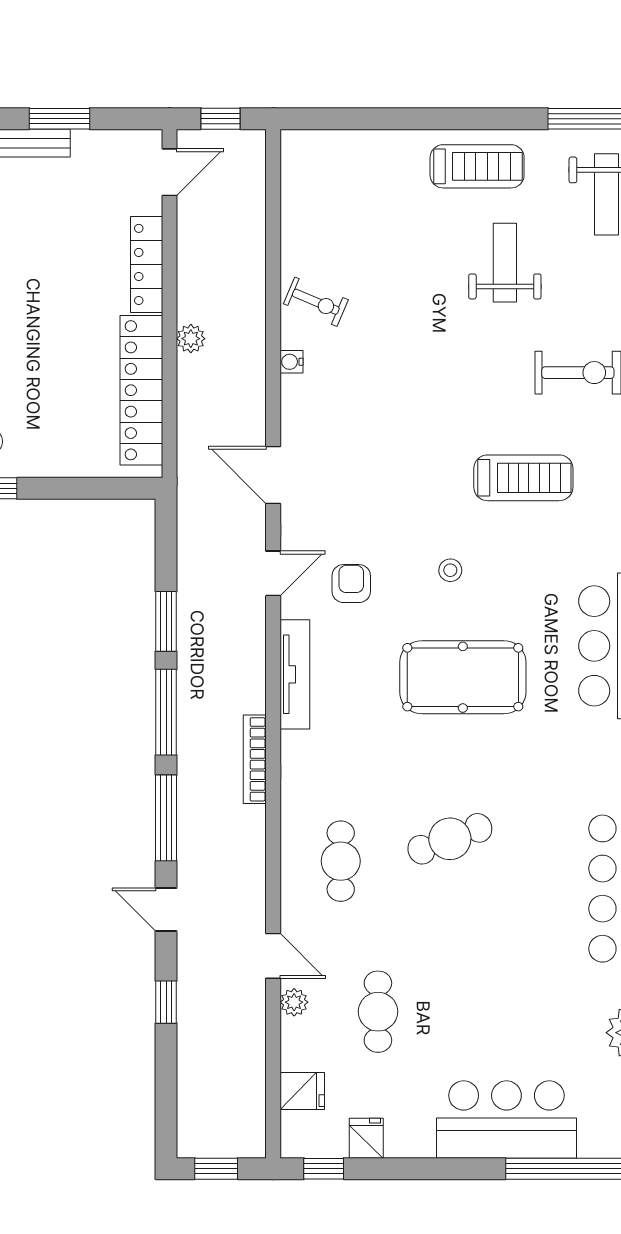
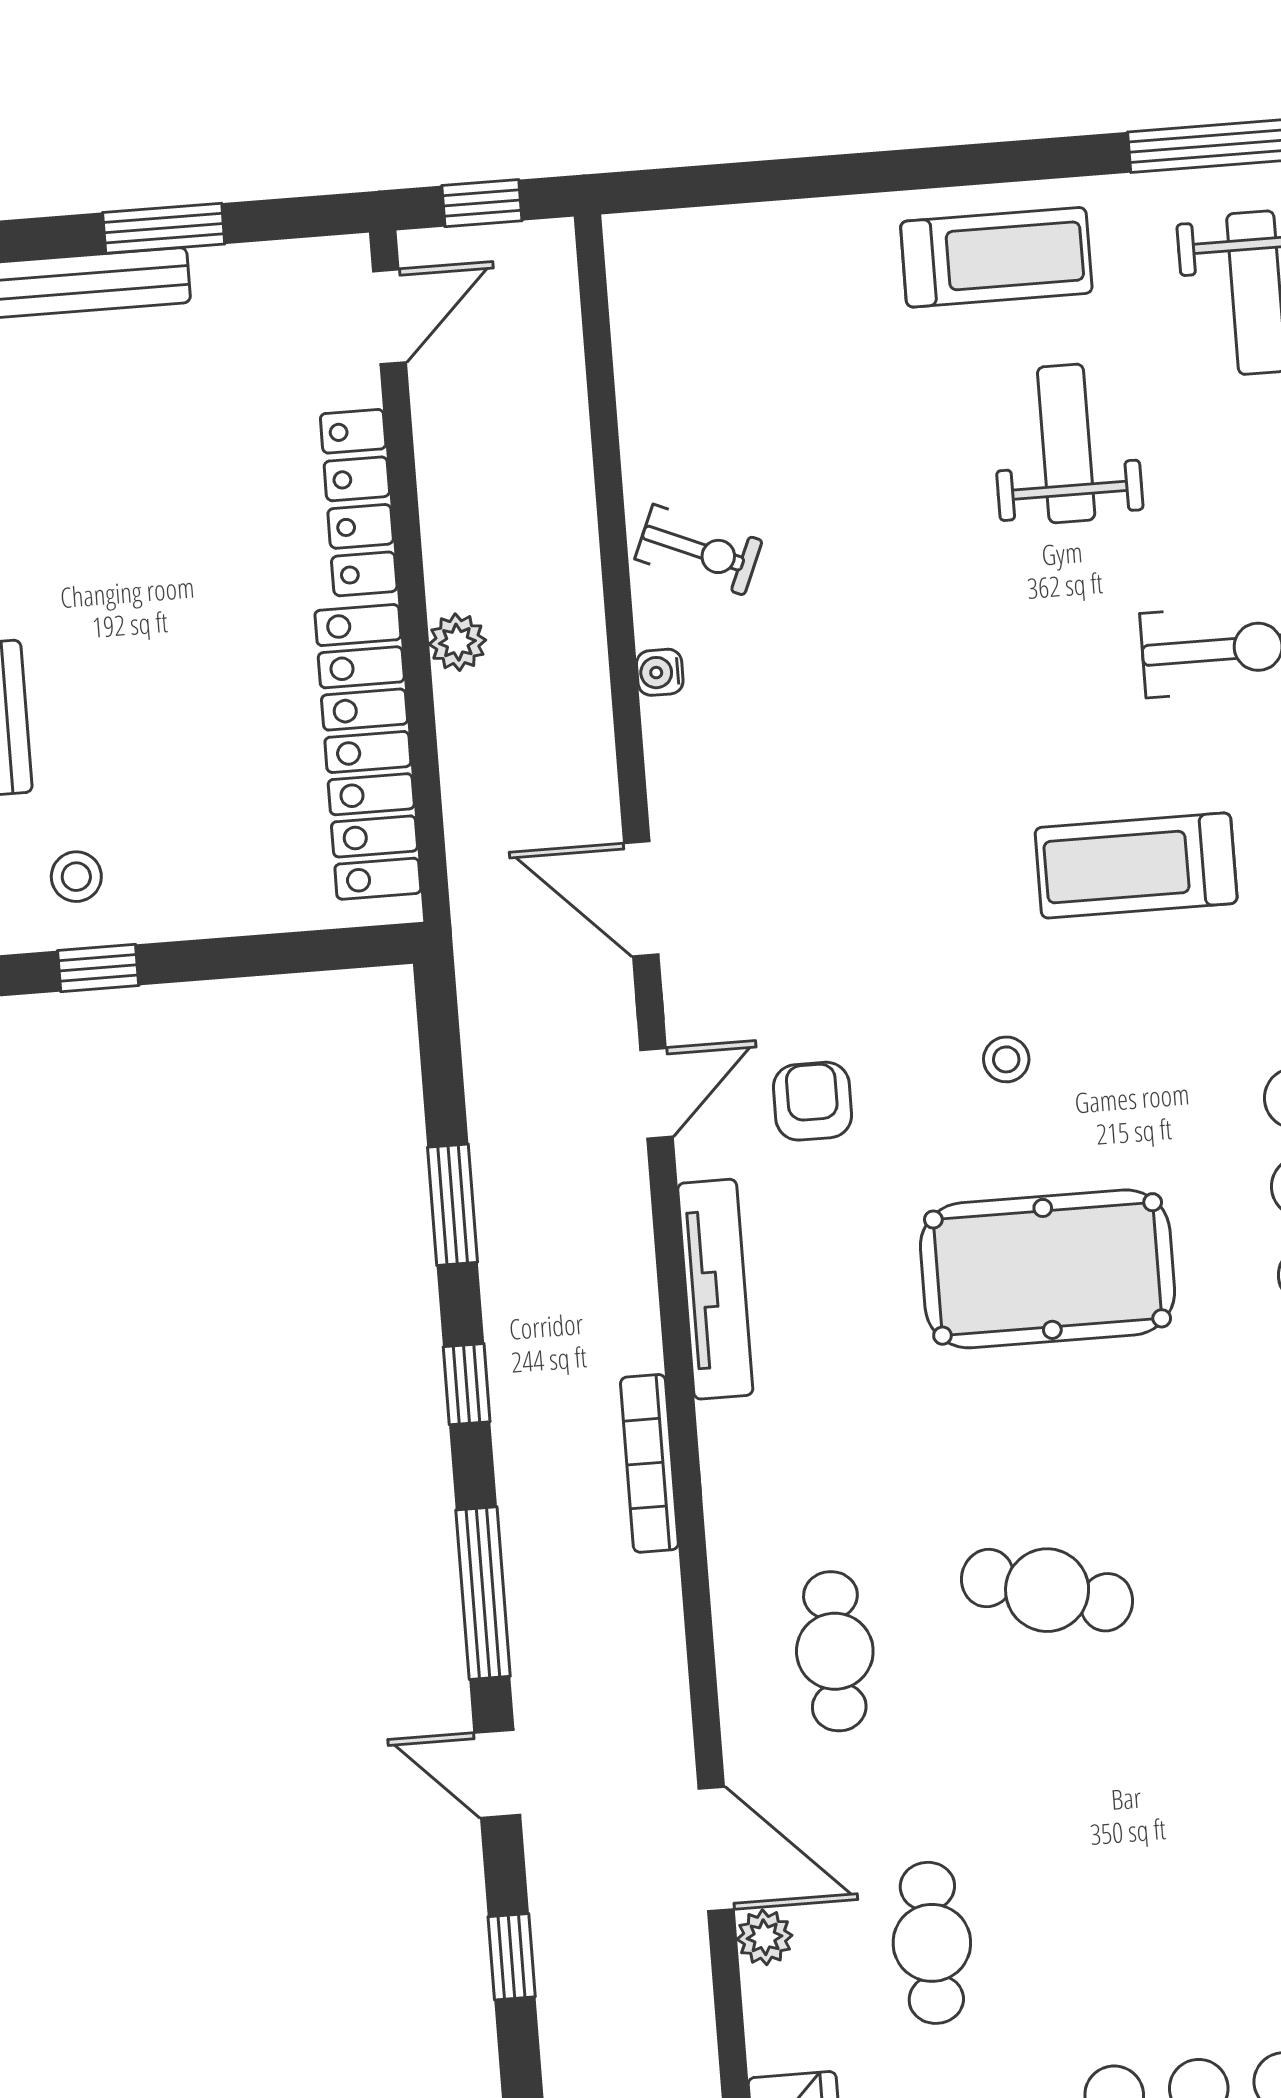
treadmill: (523, 478) -> (1136, 865), turned 180
window: (166, 712) -> (467, 1384), width x0.46
cafe table: (450, 839) -> (1047, 1590), turned 37
door: (273, 956) -> (716, 1849), width x1.38

